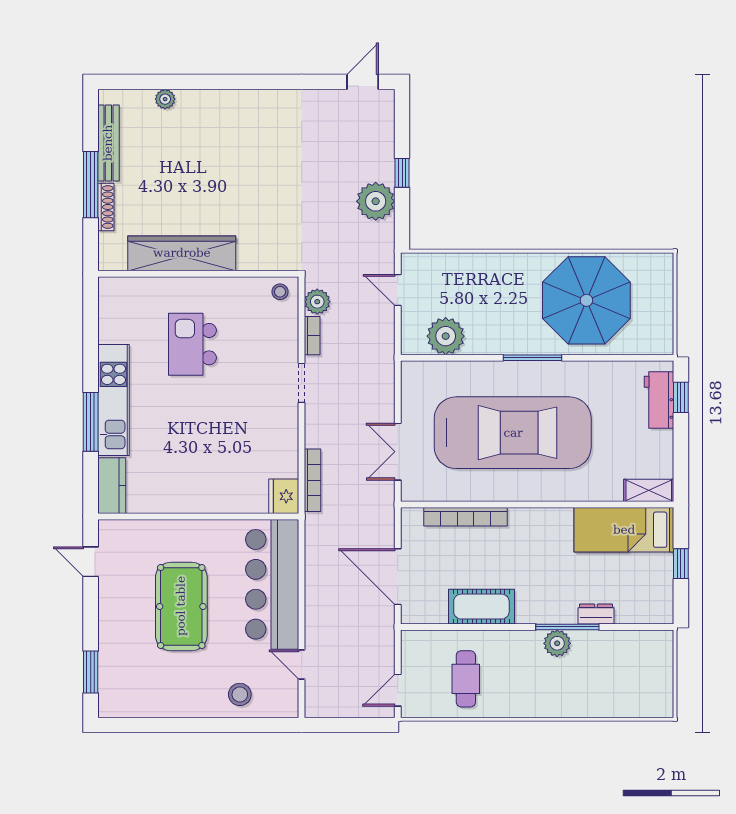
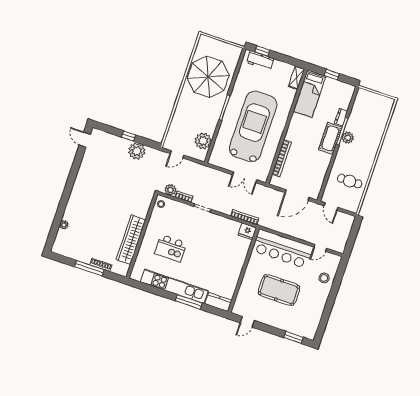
bench: (108, 143) -> (74, 255), removed
kitchen unit: (113, 400) -> (174, 286), width x1.36
cot: (481, 607) -> (330, 138), moved
door: (398, 690) -> (331, 207), moved

